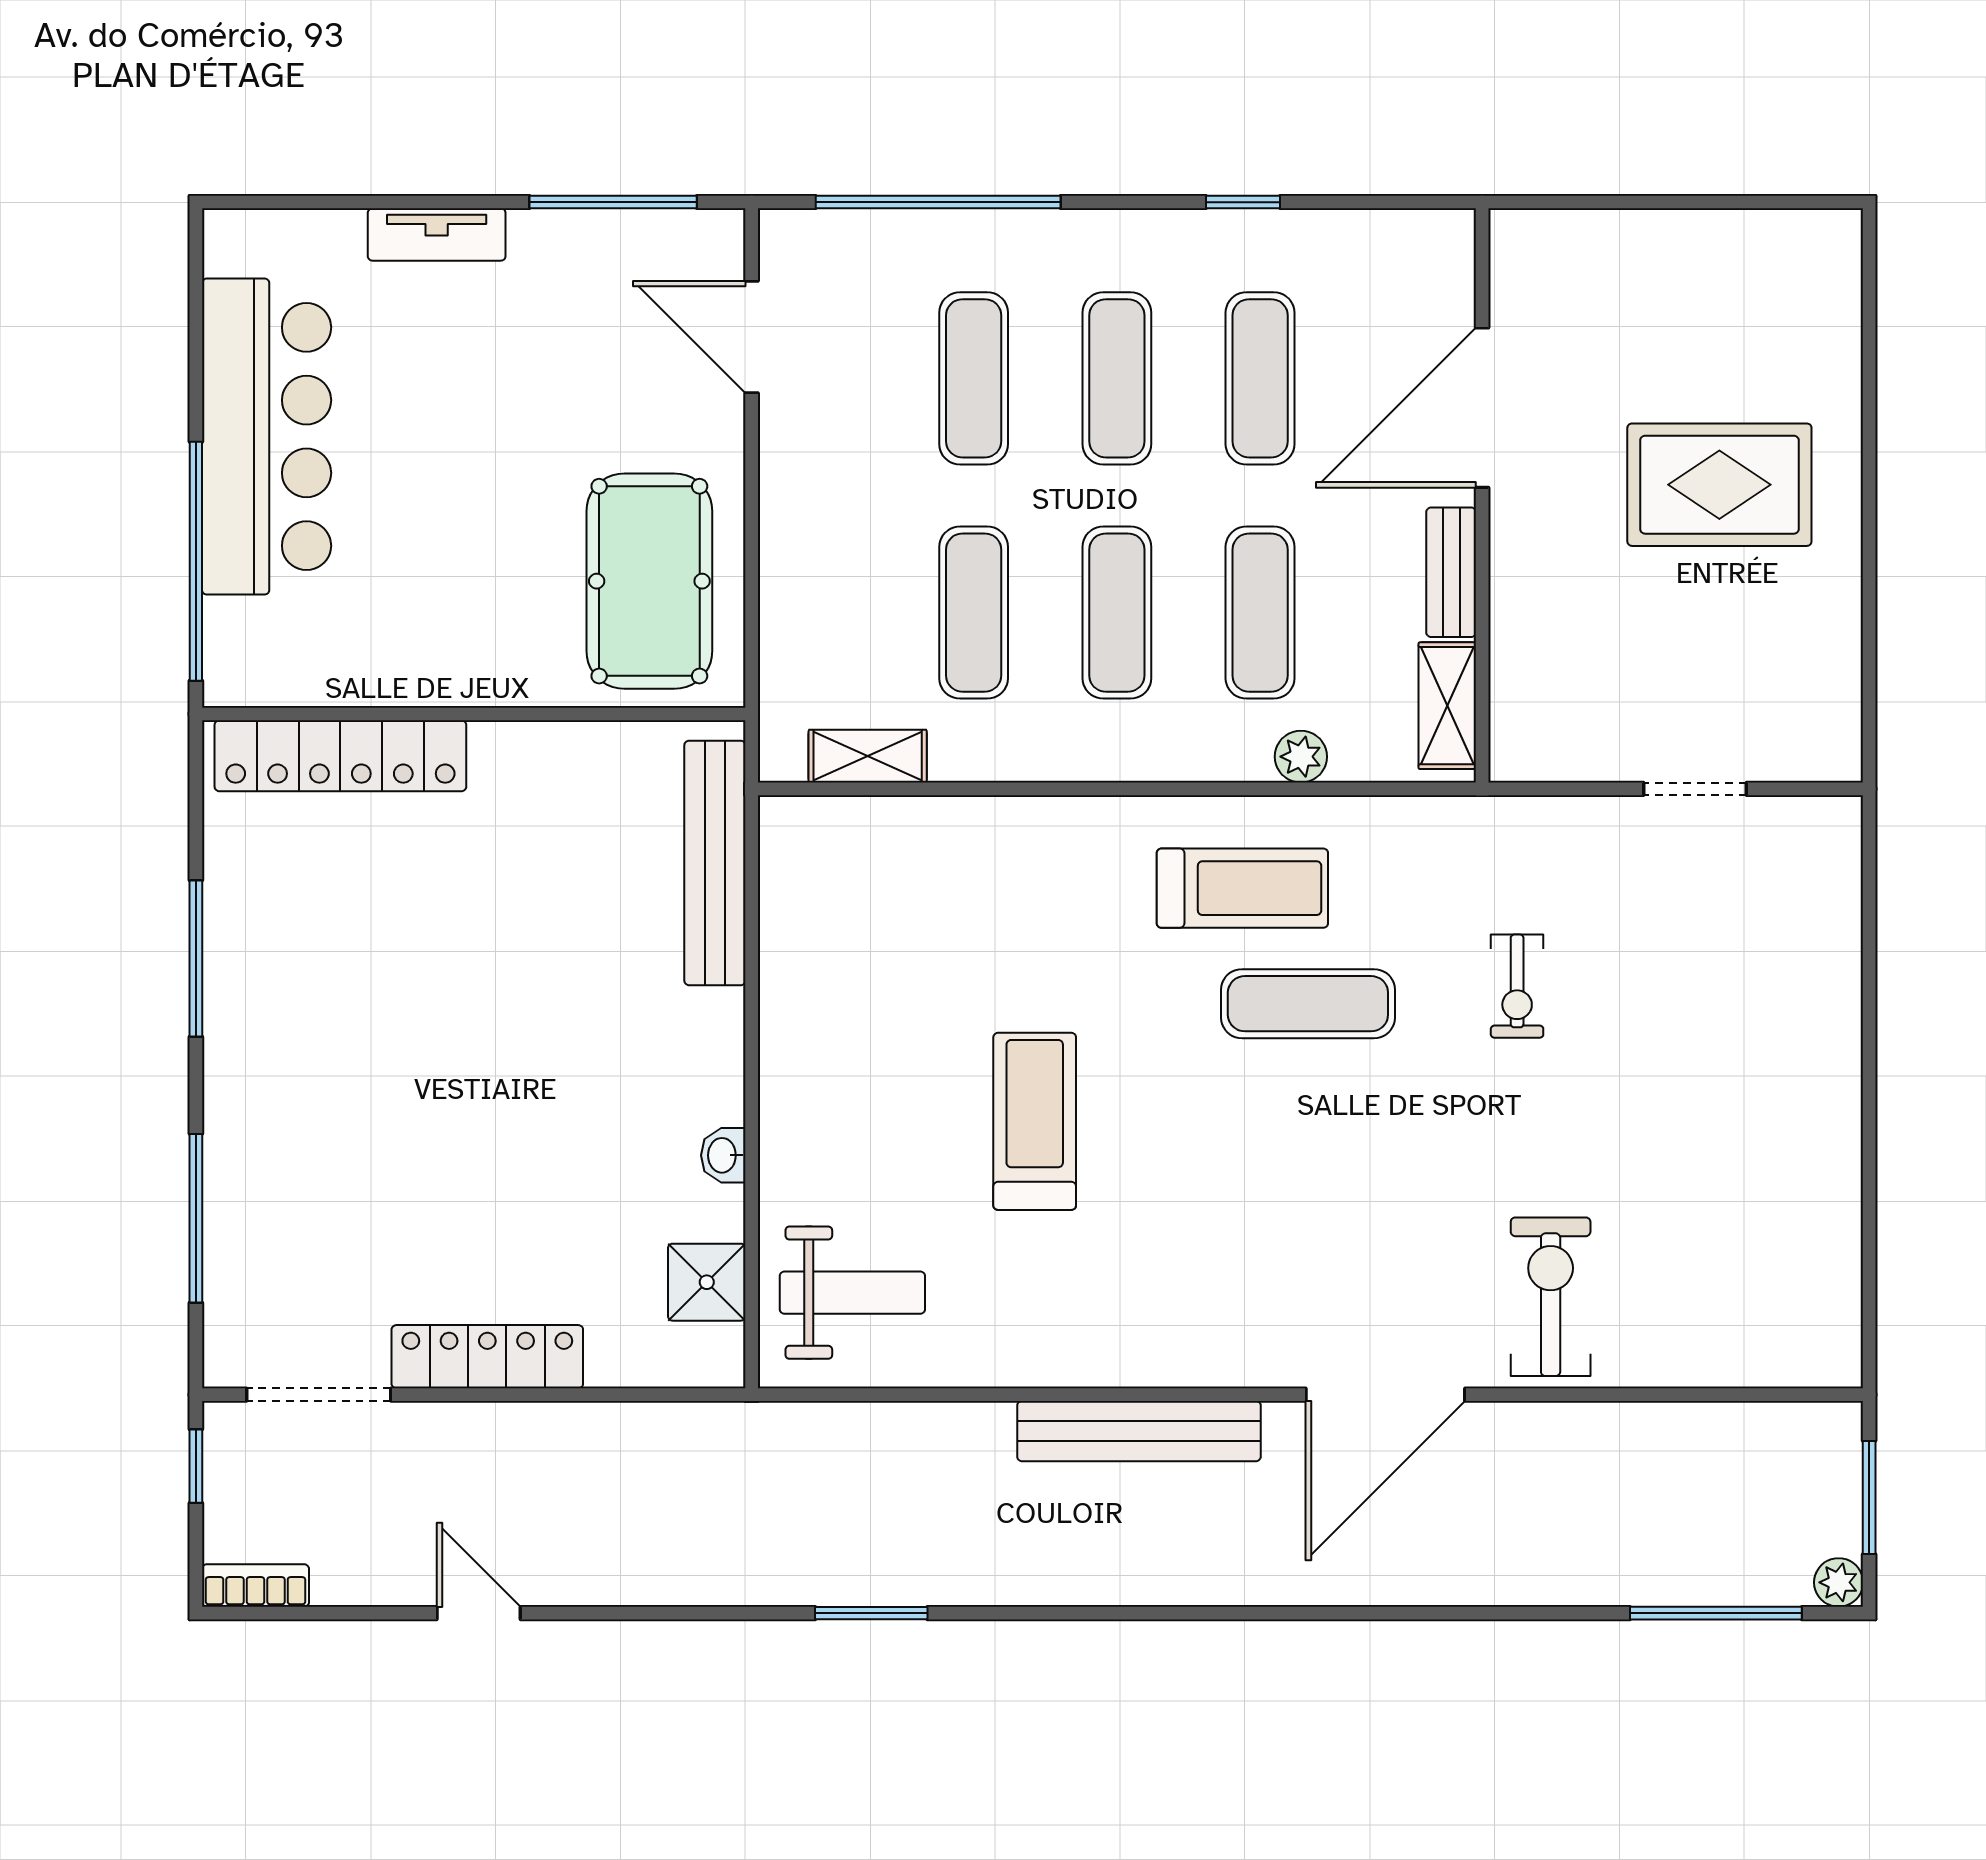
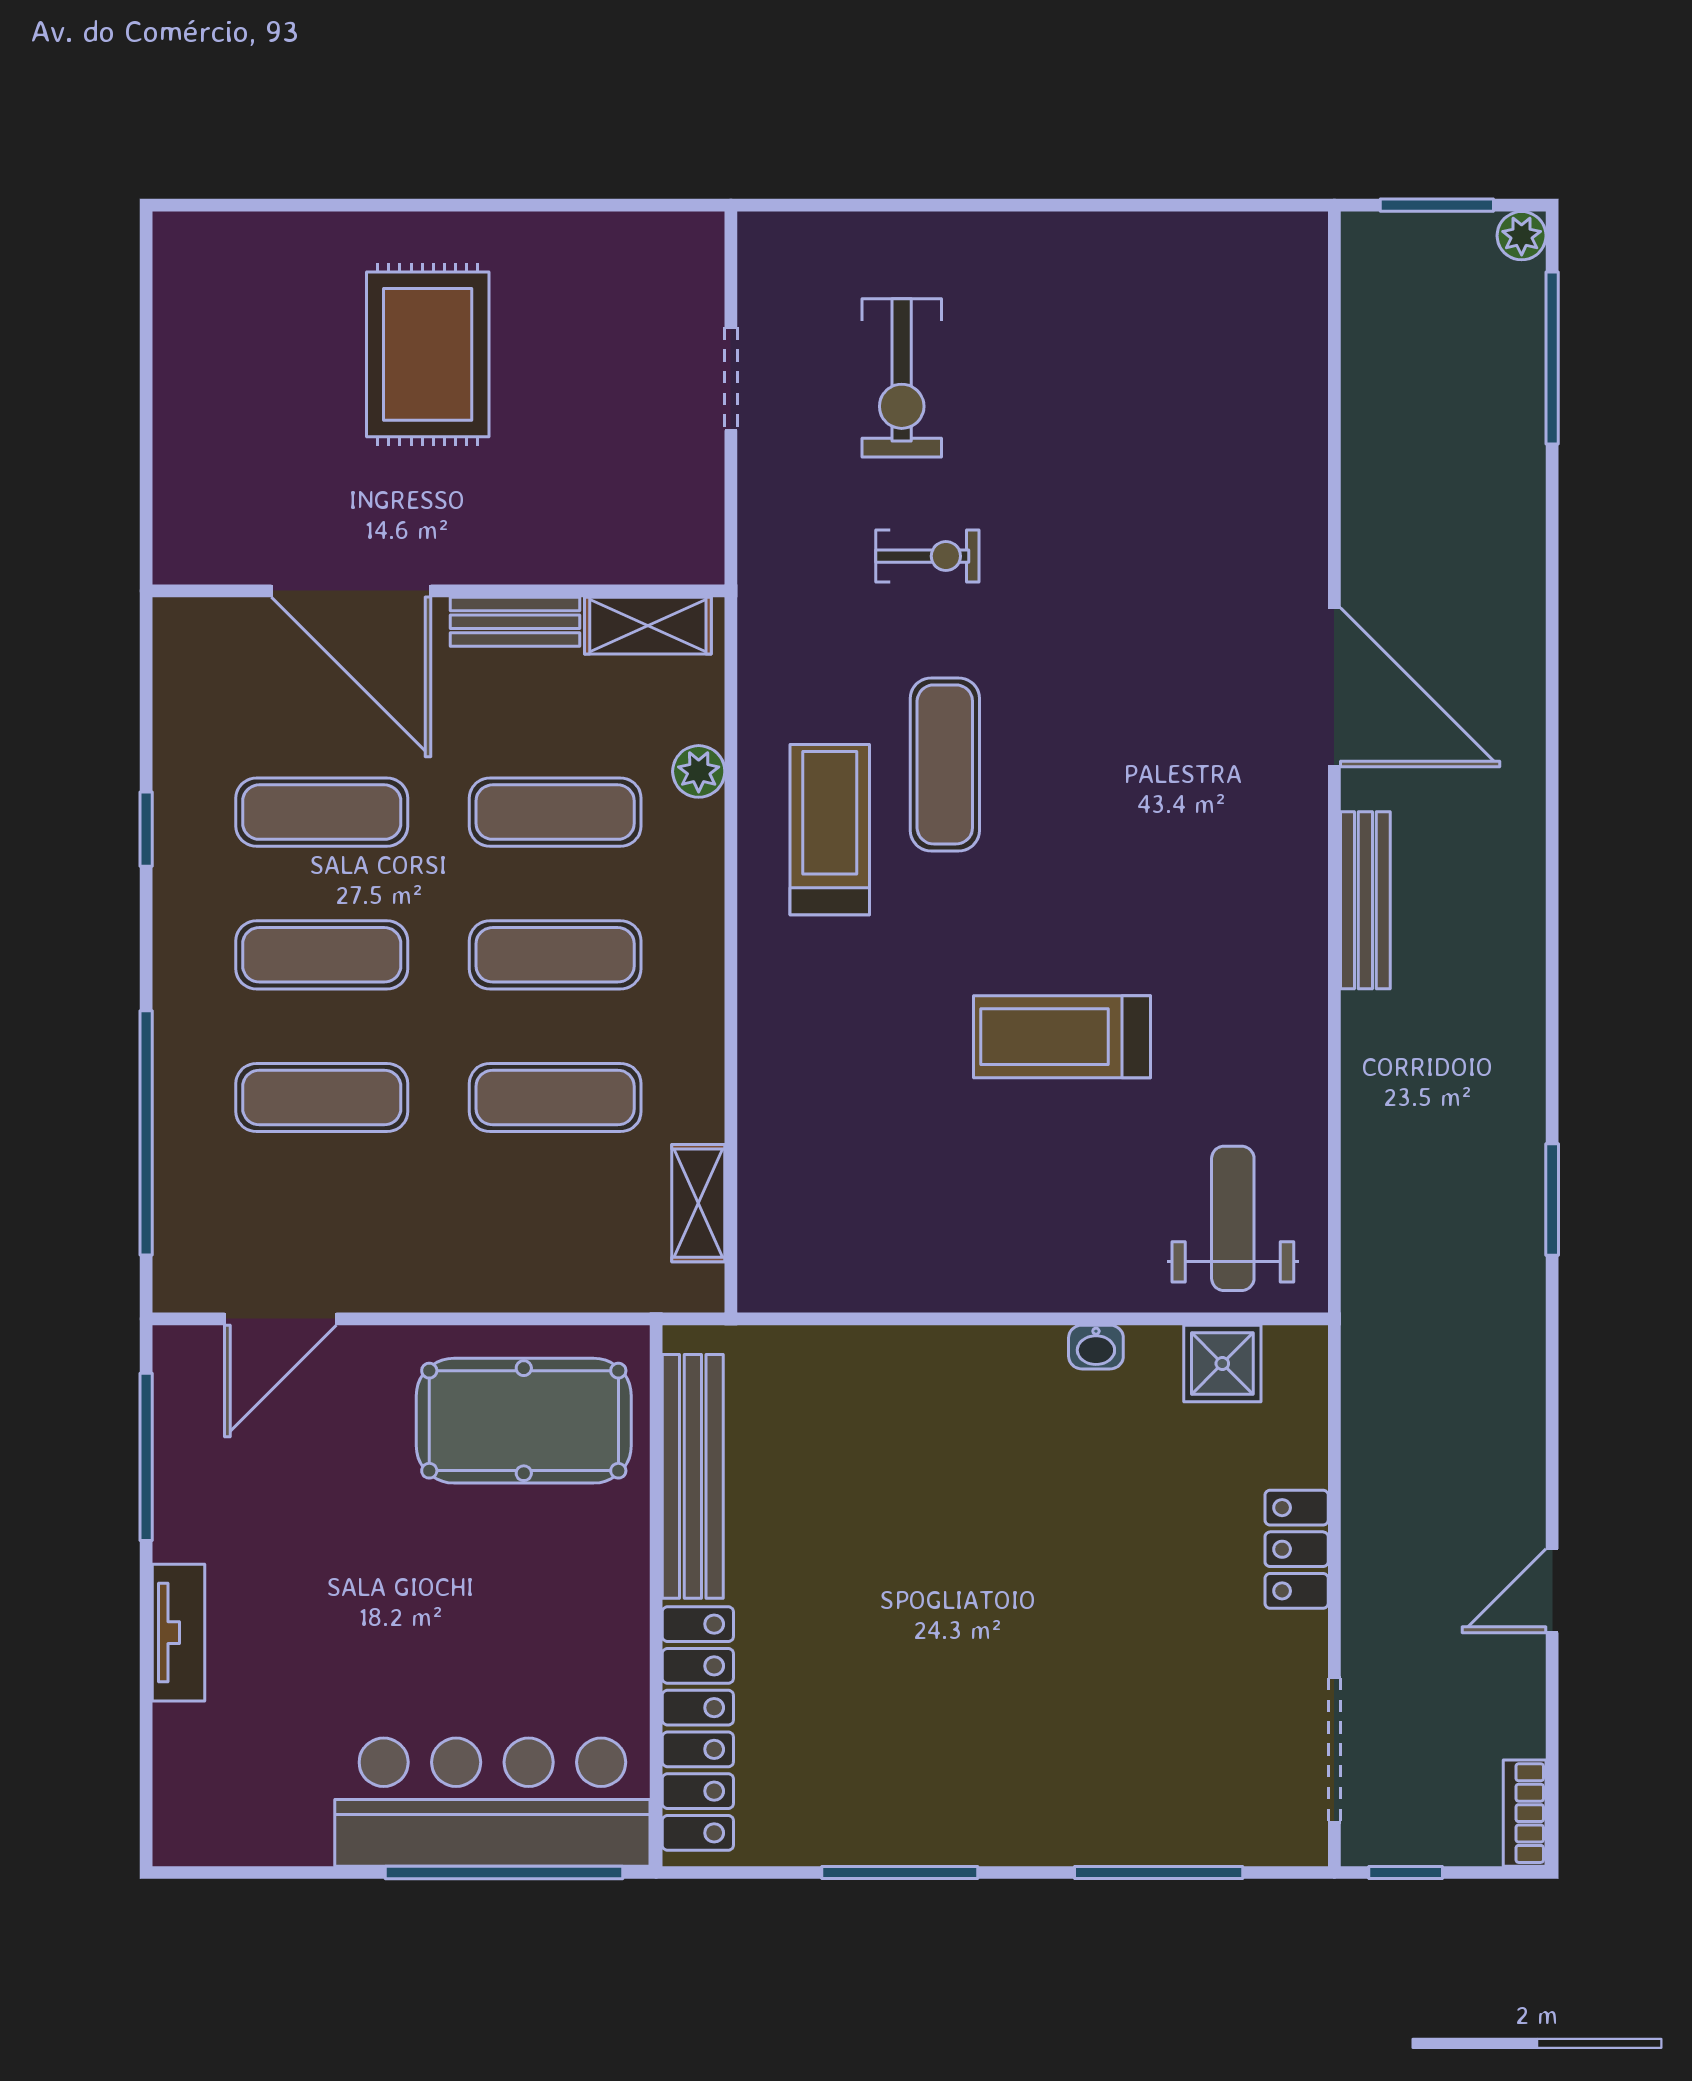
bar counter: (267, 437) -> (492, 1802), moved
bench: (715, 863) -> (693, 1476), moved, turned 90
exercise bike: (1551, 1297) -> (902, 378), moved, turned -90
locker: (487, 1357) -> (1297, 1549), width x0.66
bench: (1139, 1431) -> (1365, 900), width x0.73, depth x0.82

